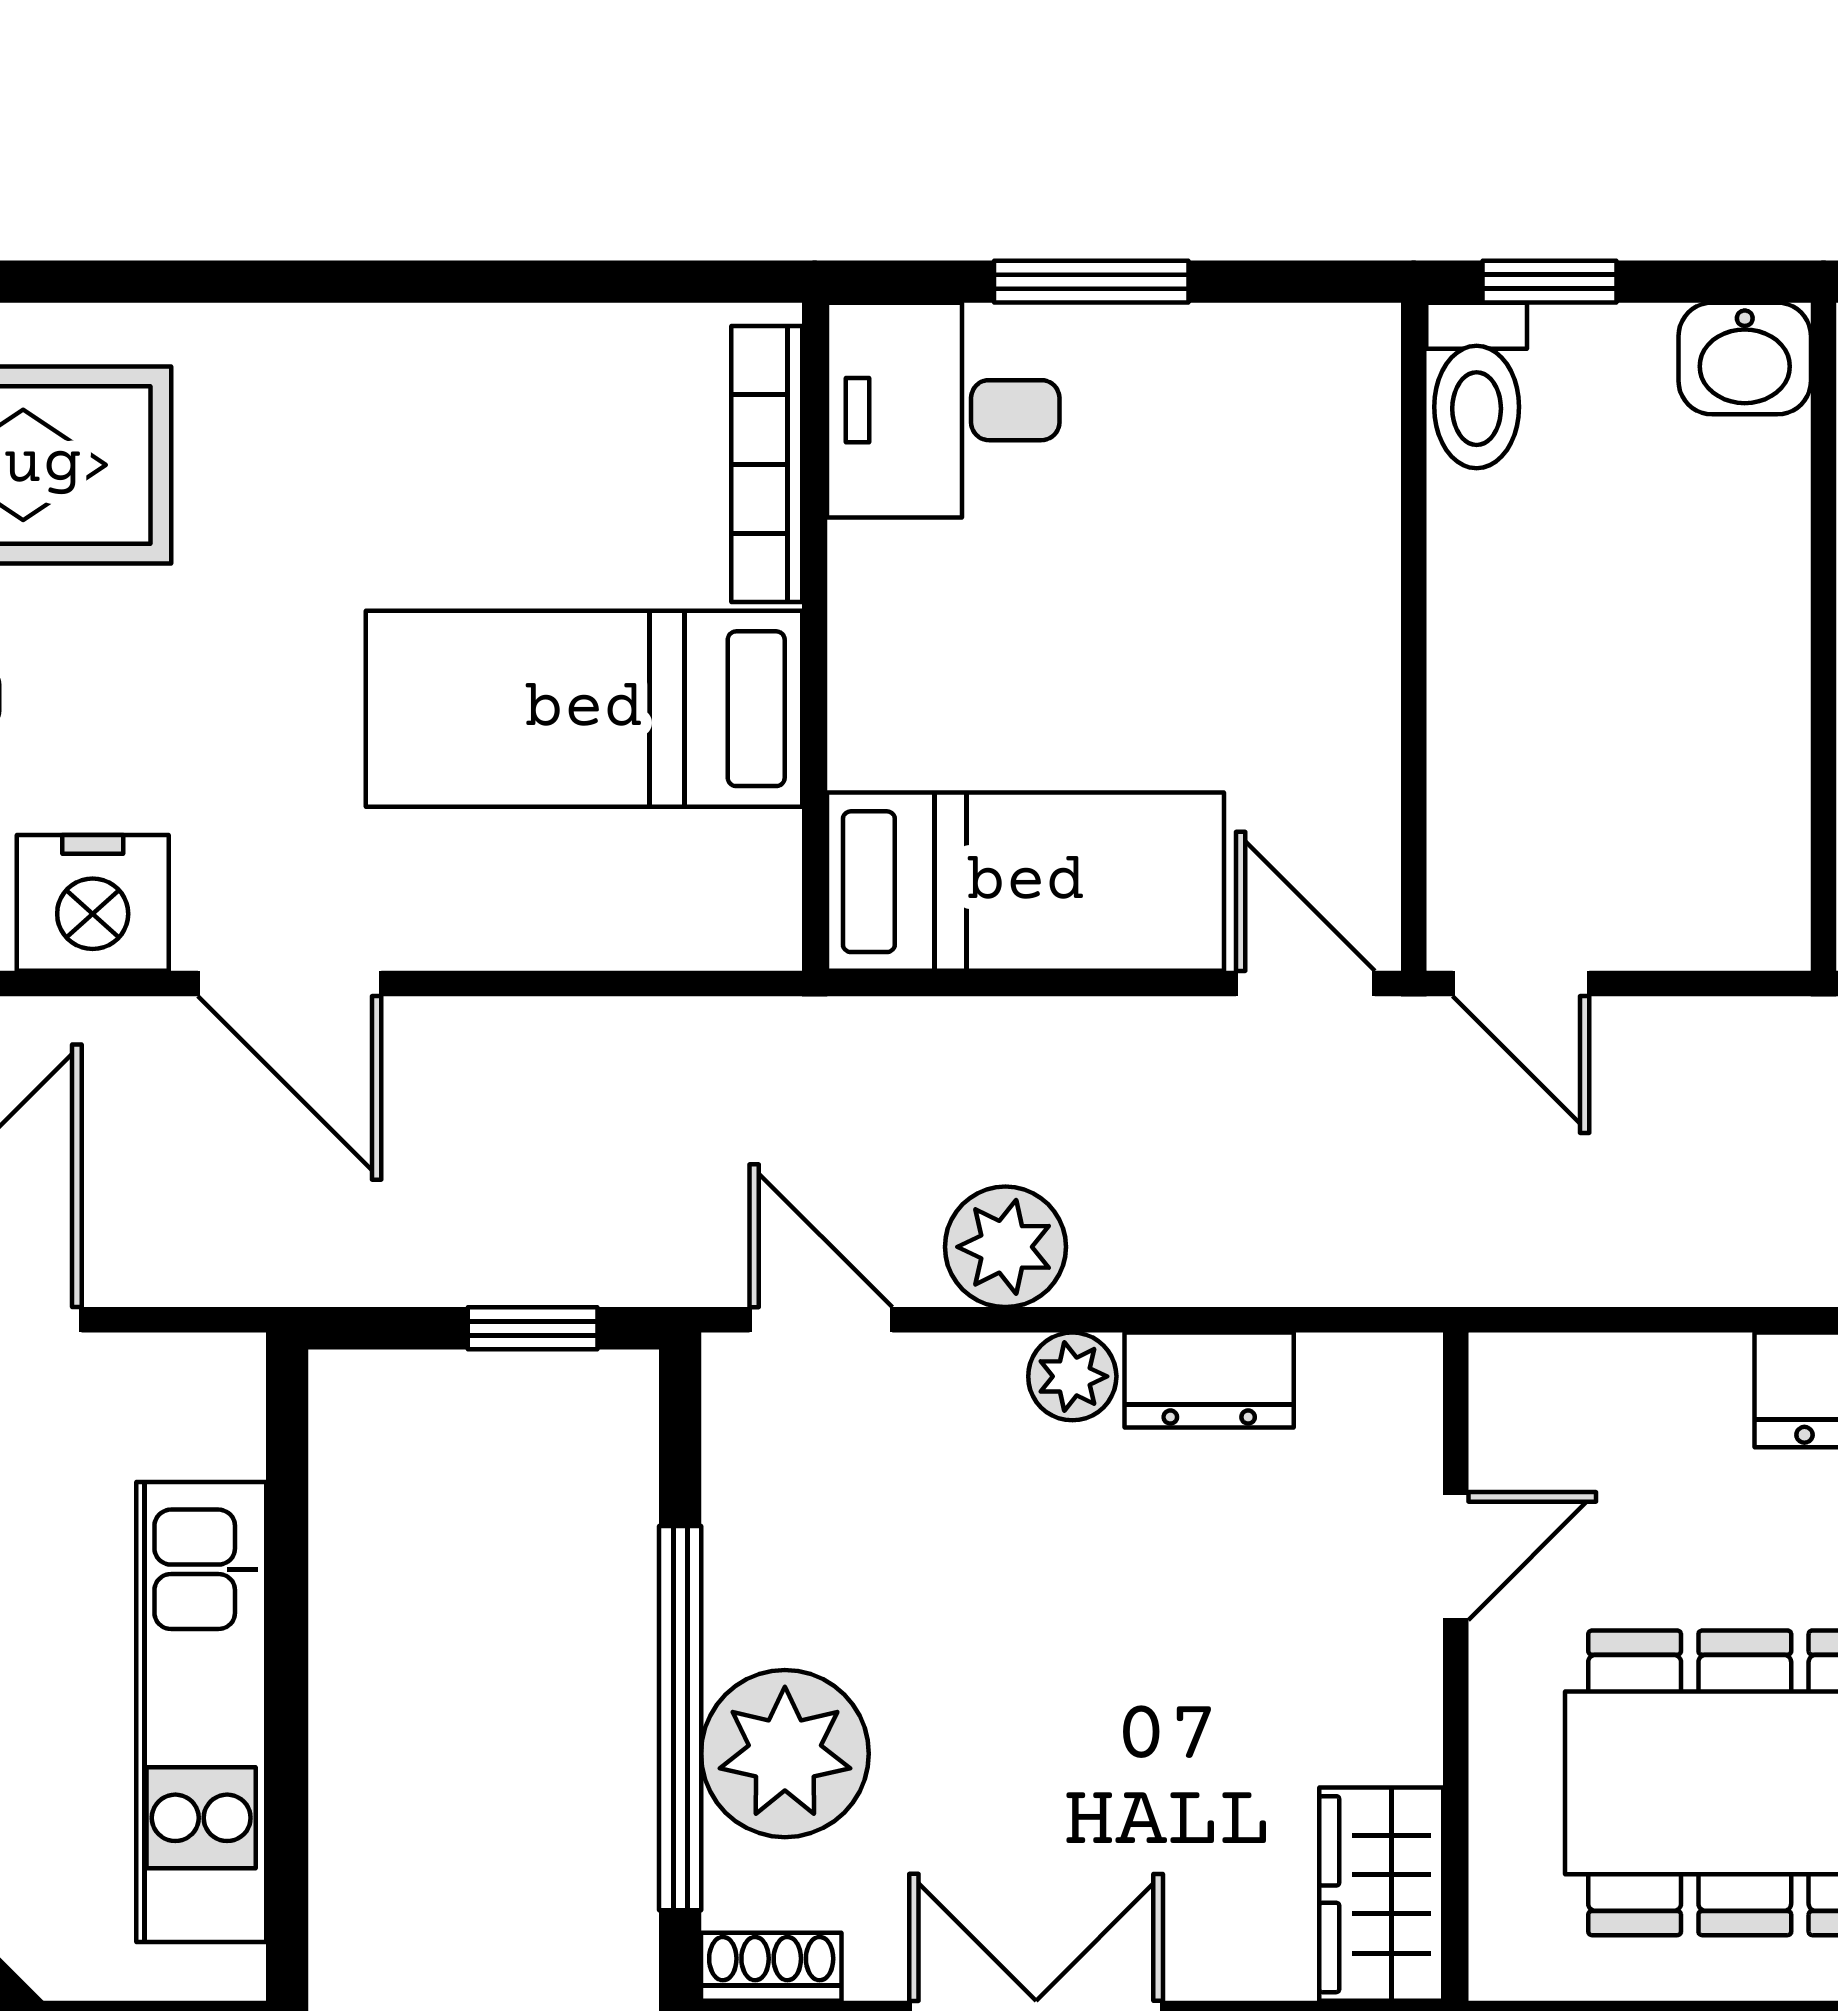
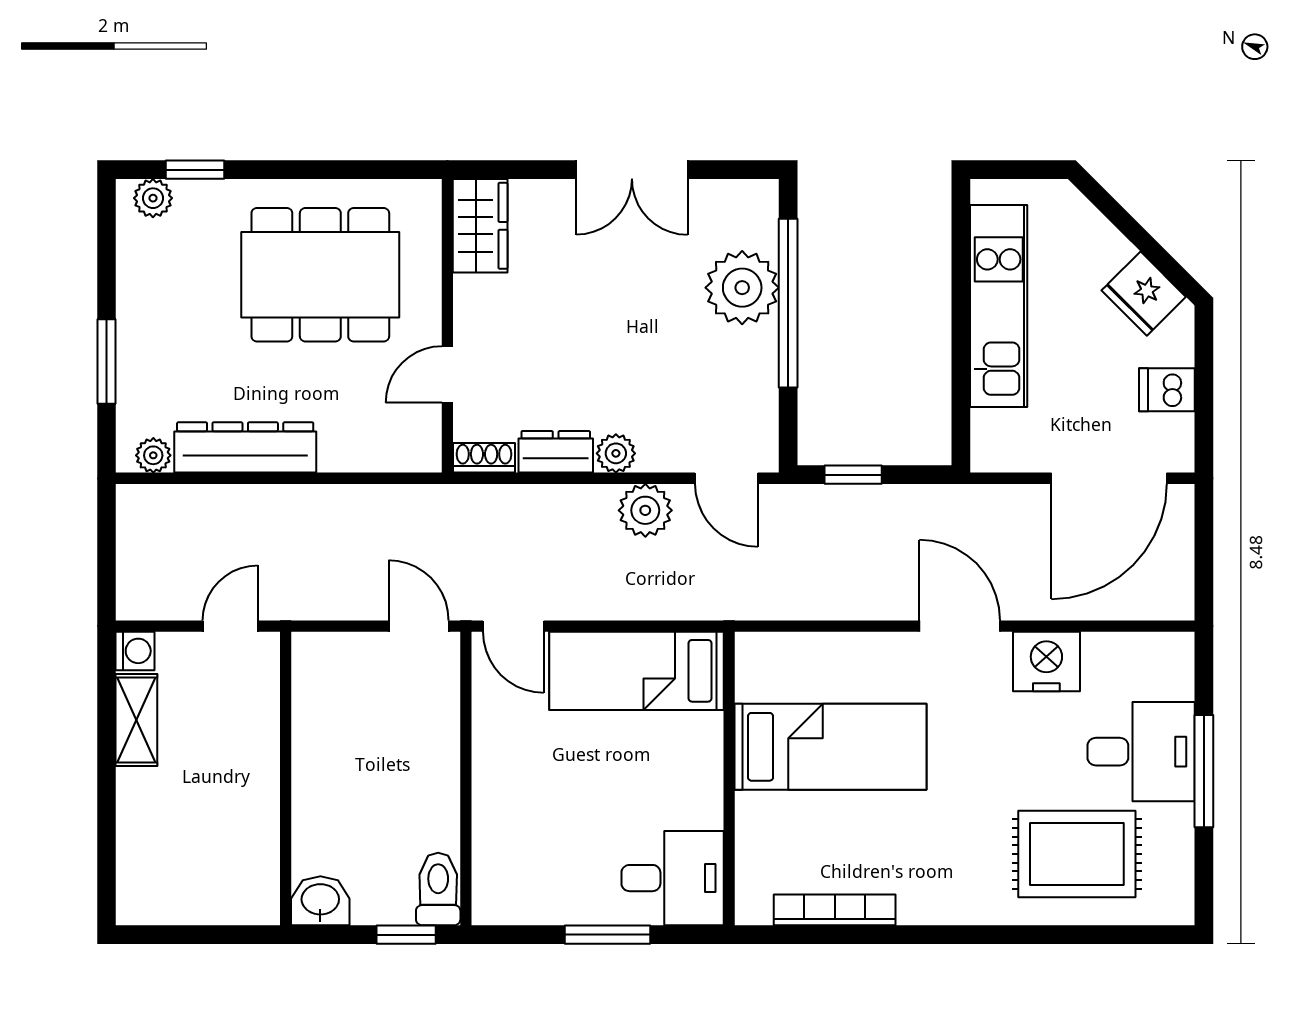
bookcase: (767, 464) -> (835, 910), moved, turned -90
shoe rack: (771, 1967) -> (484, 458), moved, turned 180

